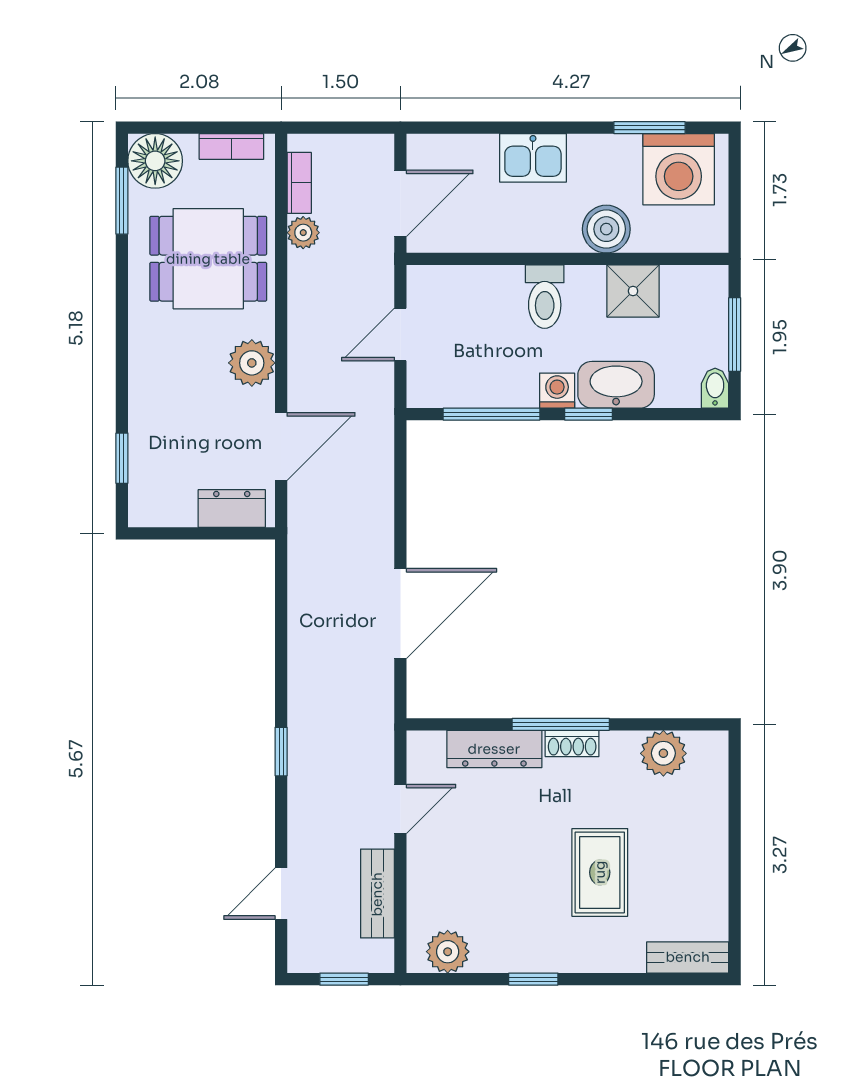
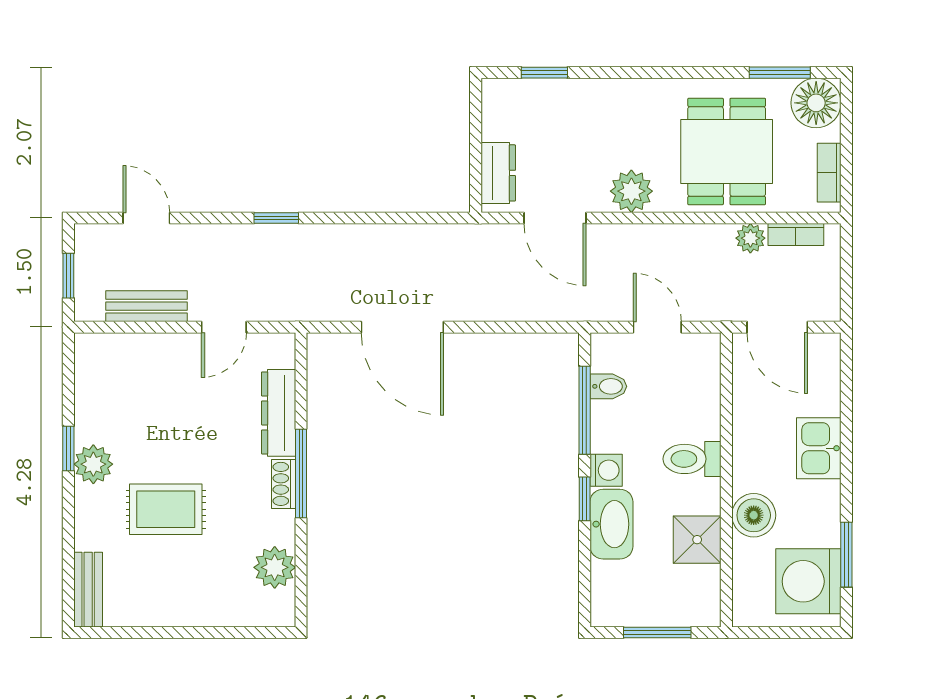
bidet: (715, 388) -> (608, 386), moved
door: (400, 809) -> (224, 327), hinge flipped
plant: (448, 952) -> (93, 464), moved

